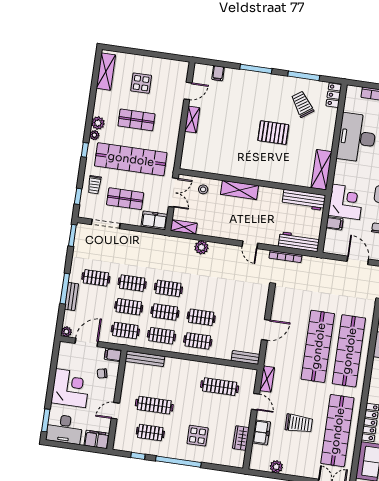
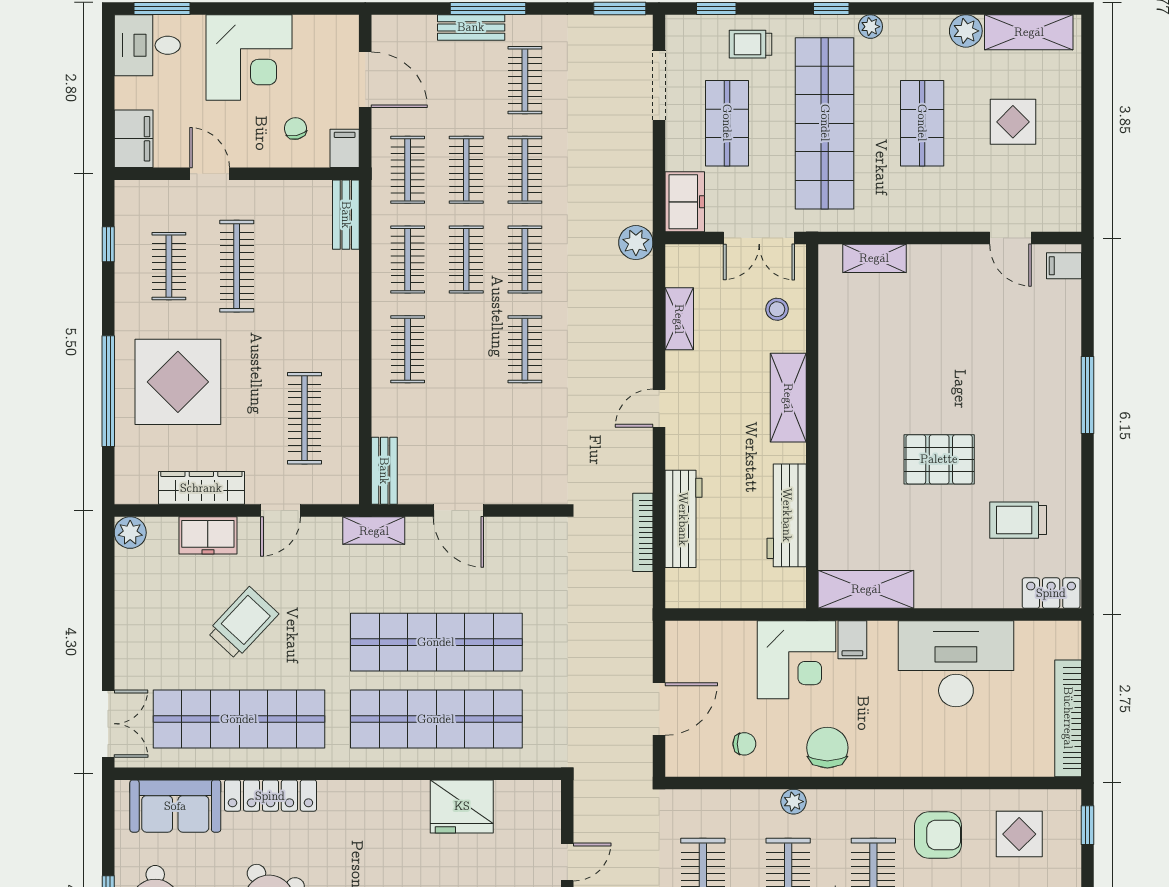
filing cabinet: (218, 73) -> (1064, 266), moved
window: (304, 76) -> (1088, 513), removed
trolley: (302, 104) -> (1018, 520), turned -145
shelving: (192, 120) -> (874, 258), moved
plant: (98, 123) -> (966, 31), moved
pallet: (273, 133) -> (939, 459), turned 90
workbench: (304, 200) -> (787, 515), moved
filing cabinet: (335, 223) -> (852, 640), moved
shelving: (184, 227) -> (679, 319), moved
workbench: (299, 242) -> (683, 519), moved
door: (250, 245) -> (659, 408), moved
plant: (201, 247) -> (636, 243), moved
clothes rail: (201, 317) -> (525, 349), moved
plant: (66, 332) -> (384, 27), removed
bench: (145, 359) -> (346, 215), width x0.73
shelving: (267, 379) -> (374, 531), moved
trolley: (299, 423) -> (243, 623), turned -137
desk: (64, 429) -> (147, 45), width x0.73
display table: (198, 436) -> (178, 382), width x1.86, depth x1.86
wardrobe: (241, 438) -> (201, 488), width x1.50
window: (178, 462) -> (108, 391), moved
plant: (276, 467) -> (130, 533), moved

